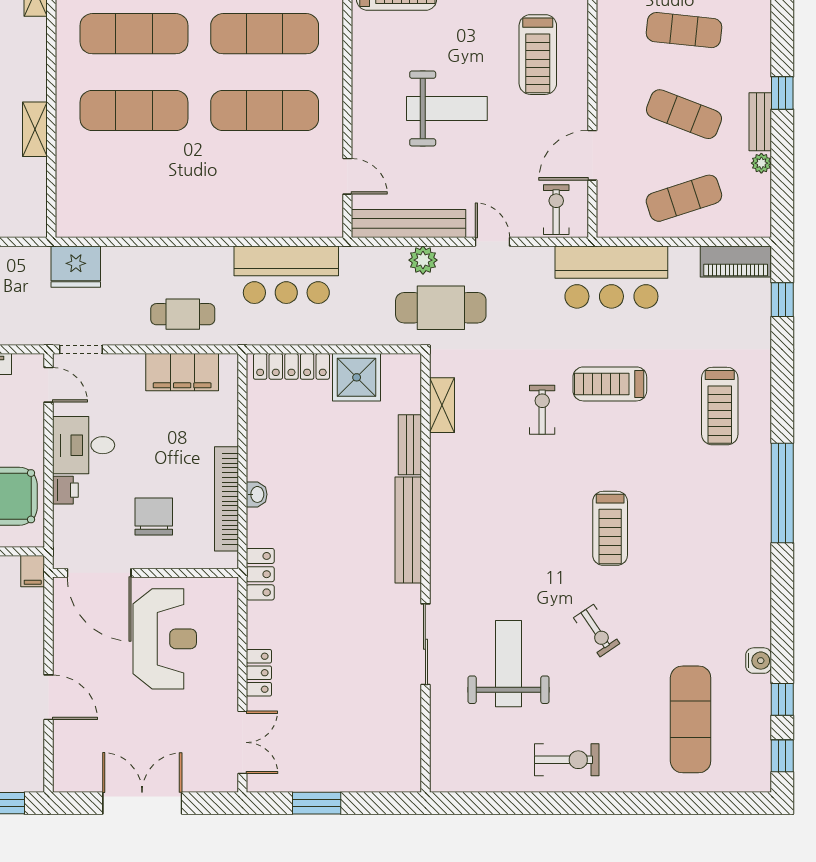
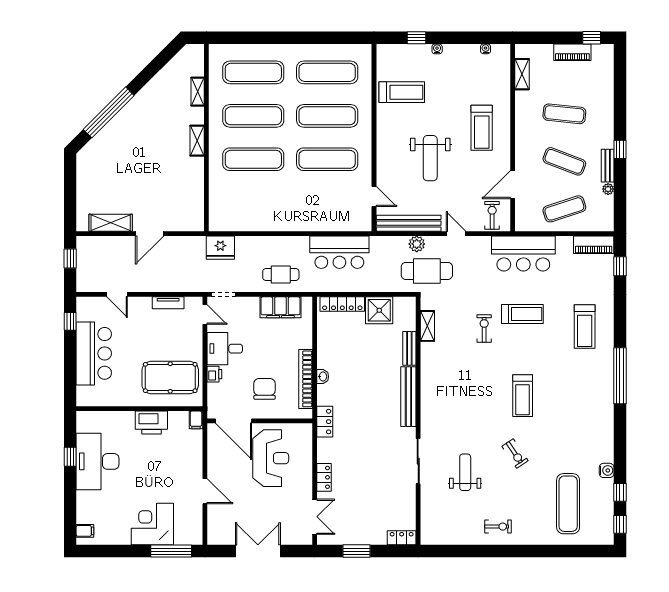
weight bench: (447, 108) -> (430, 158), turned 90
shelving: (35, 129) -> (197, 141), moved
treadmill: (610, 384) -> (522, 314), turned 180
weight bench: (509, 664) -> (465, 472), width x0.73, depth x0.75
exercise bike: (567, 760) -> (498, 527), width x0.73, depth x0.72
locker: (396, 780) -> (402, 538), added

